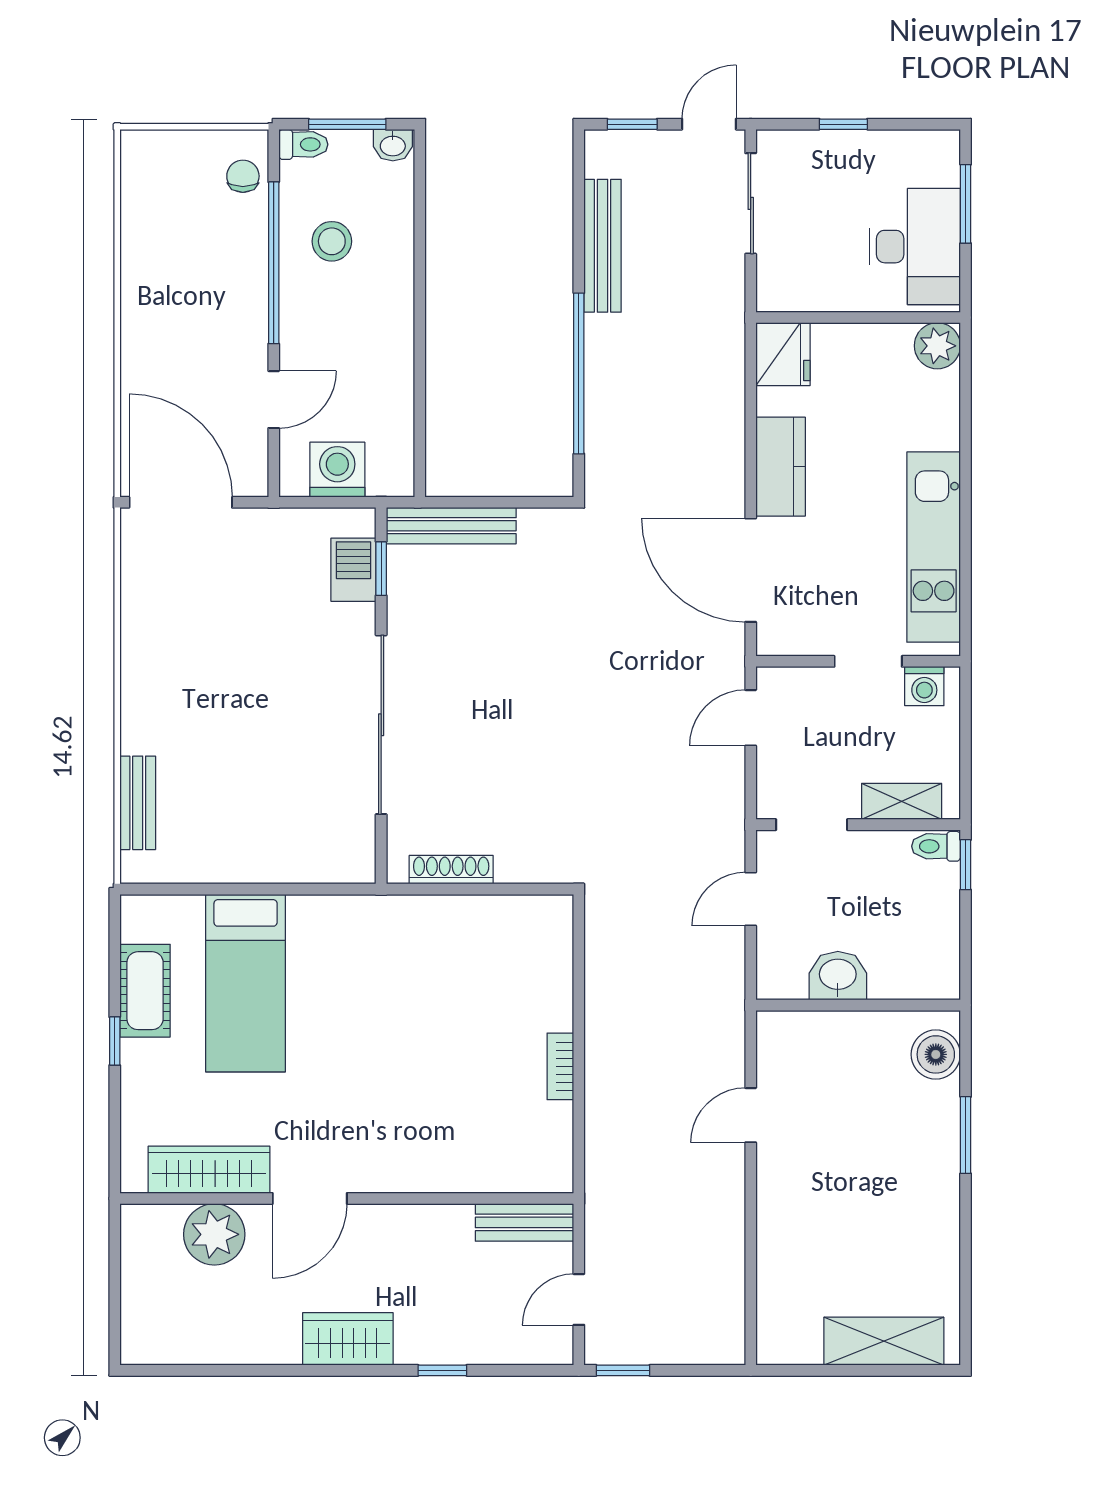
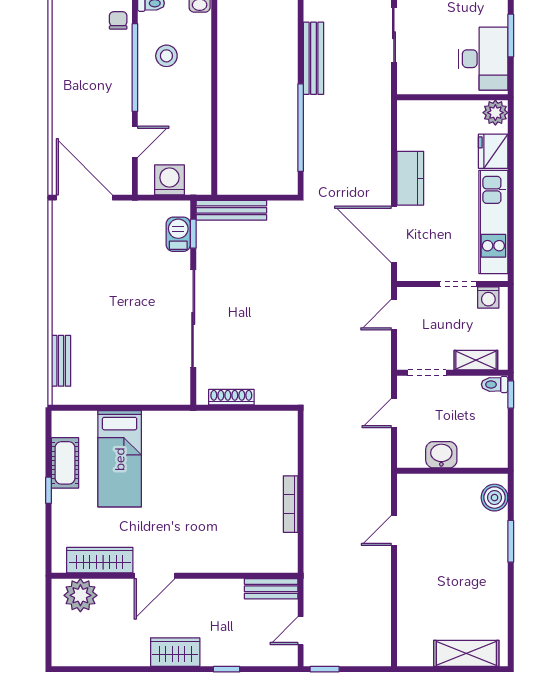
fridge: (783, 354) -> (493, 151), moved, turned 180
bookcase: (560, 1066) -> (291, 504), width x1.56
plant: (214, 1234) -> (80, 595), moved

